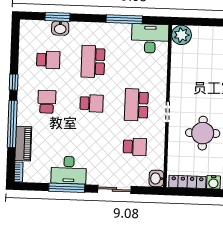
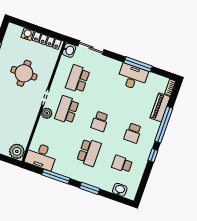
window: (57, 17) -> (90, 188), moved
washbasin: (60, 28) -> (120, 190), moved
plant: (160, 93) -> (47, 113), added
school desk: (92, 103) -> (100, 121), turned -90
school desk: (136, 105) -> (67, 110), turned 180
school desk: (135, 147) -> (78, 79), width x1.85
sliding door: (114, 189) -> (91, 48), moved

